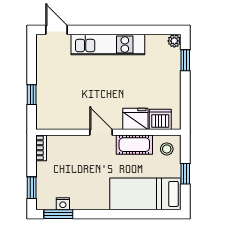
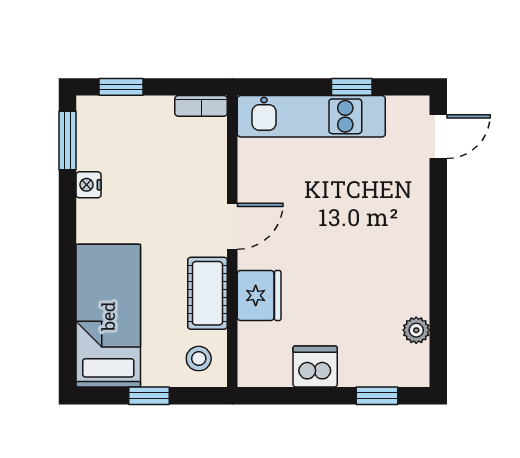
plant: (174, 41) -> (416, 330), moved
kitchen unit: (108, 45) -> (311, 116), moved, turned -90
window: (32, 95) -> (352, 87), moved
dishwasher: (160, 119) -> (315, 367), moved, turned -90
nightstand: (63, 204) -> (89, 185), moved

